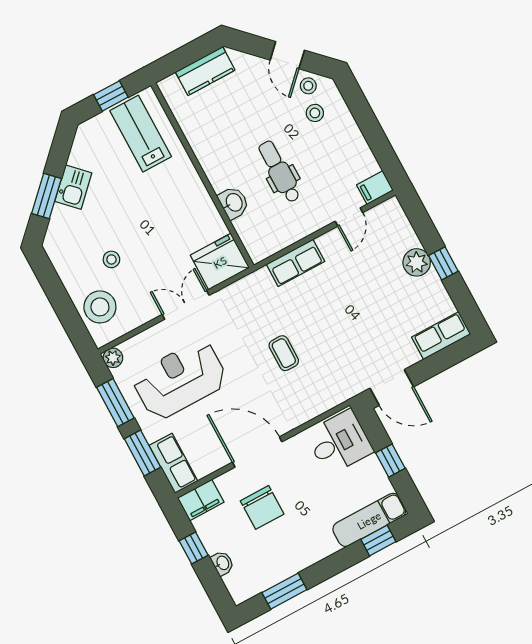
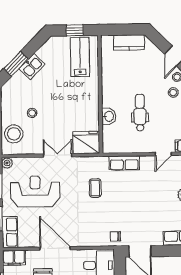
coffee table: (284, 353) -> (95, 188), moved
chair: (341, 384) -> (115, 236), added

